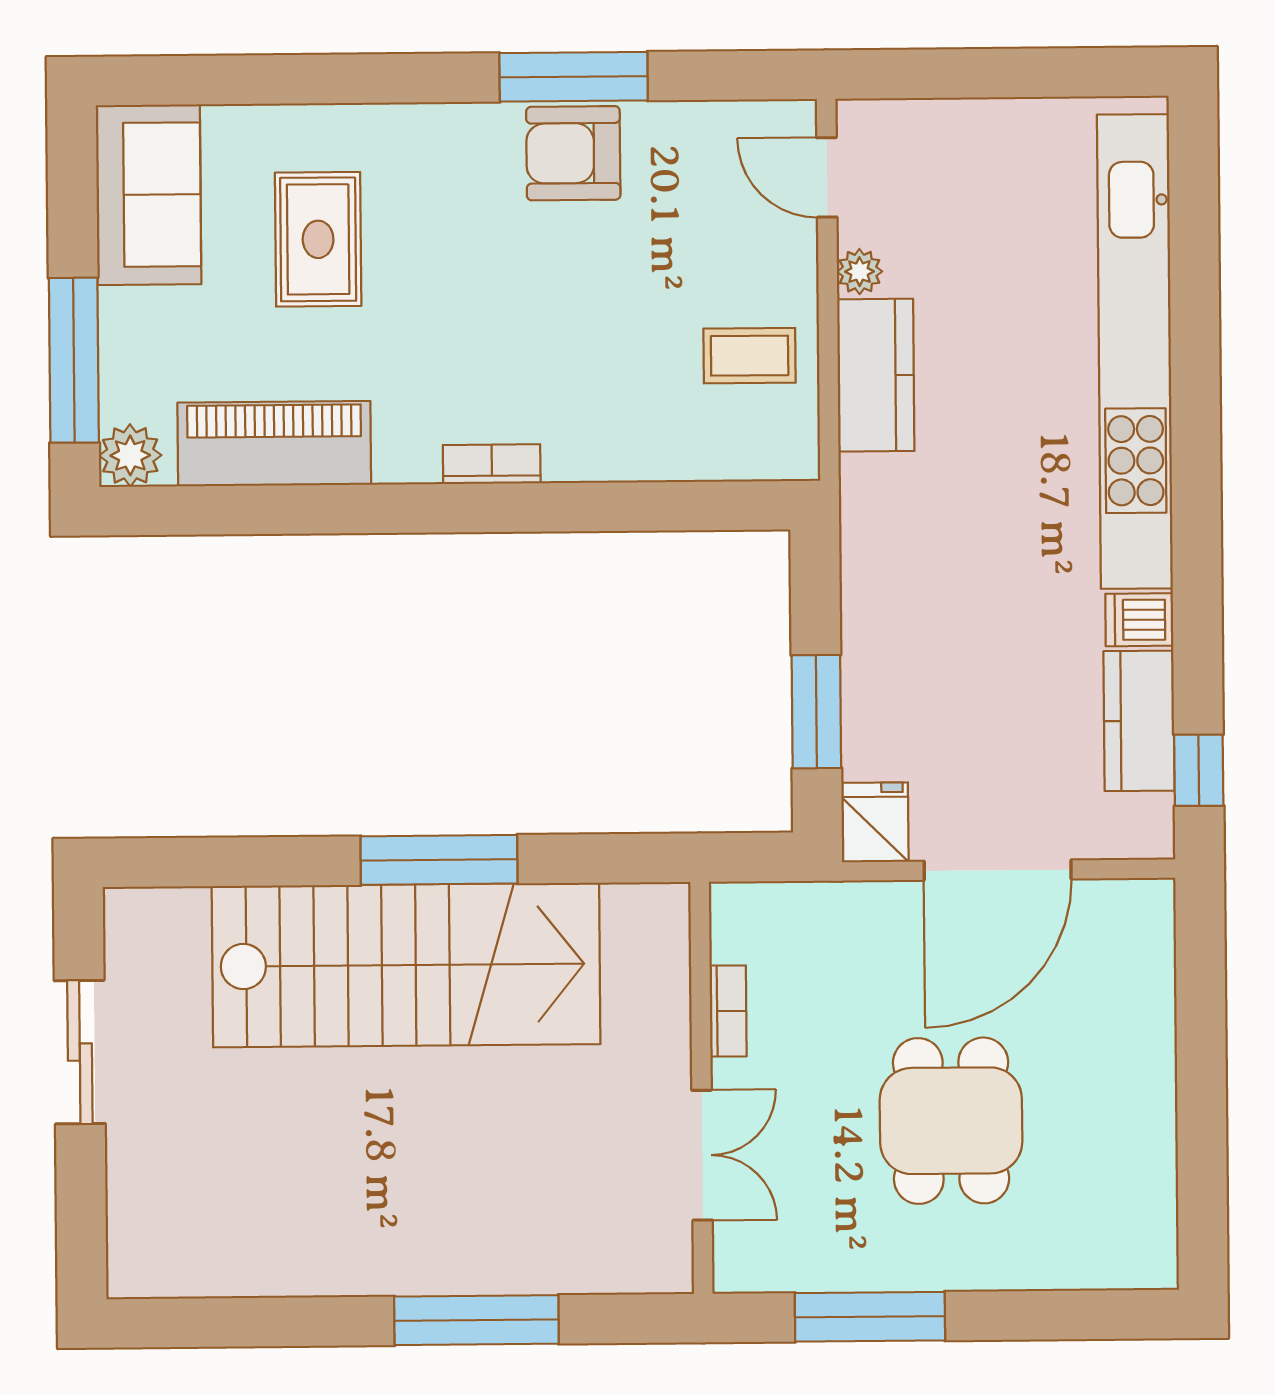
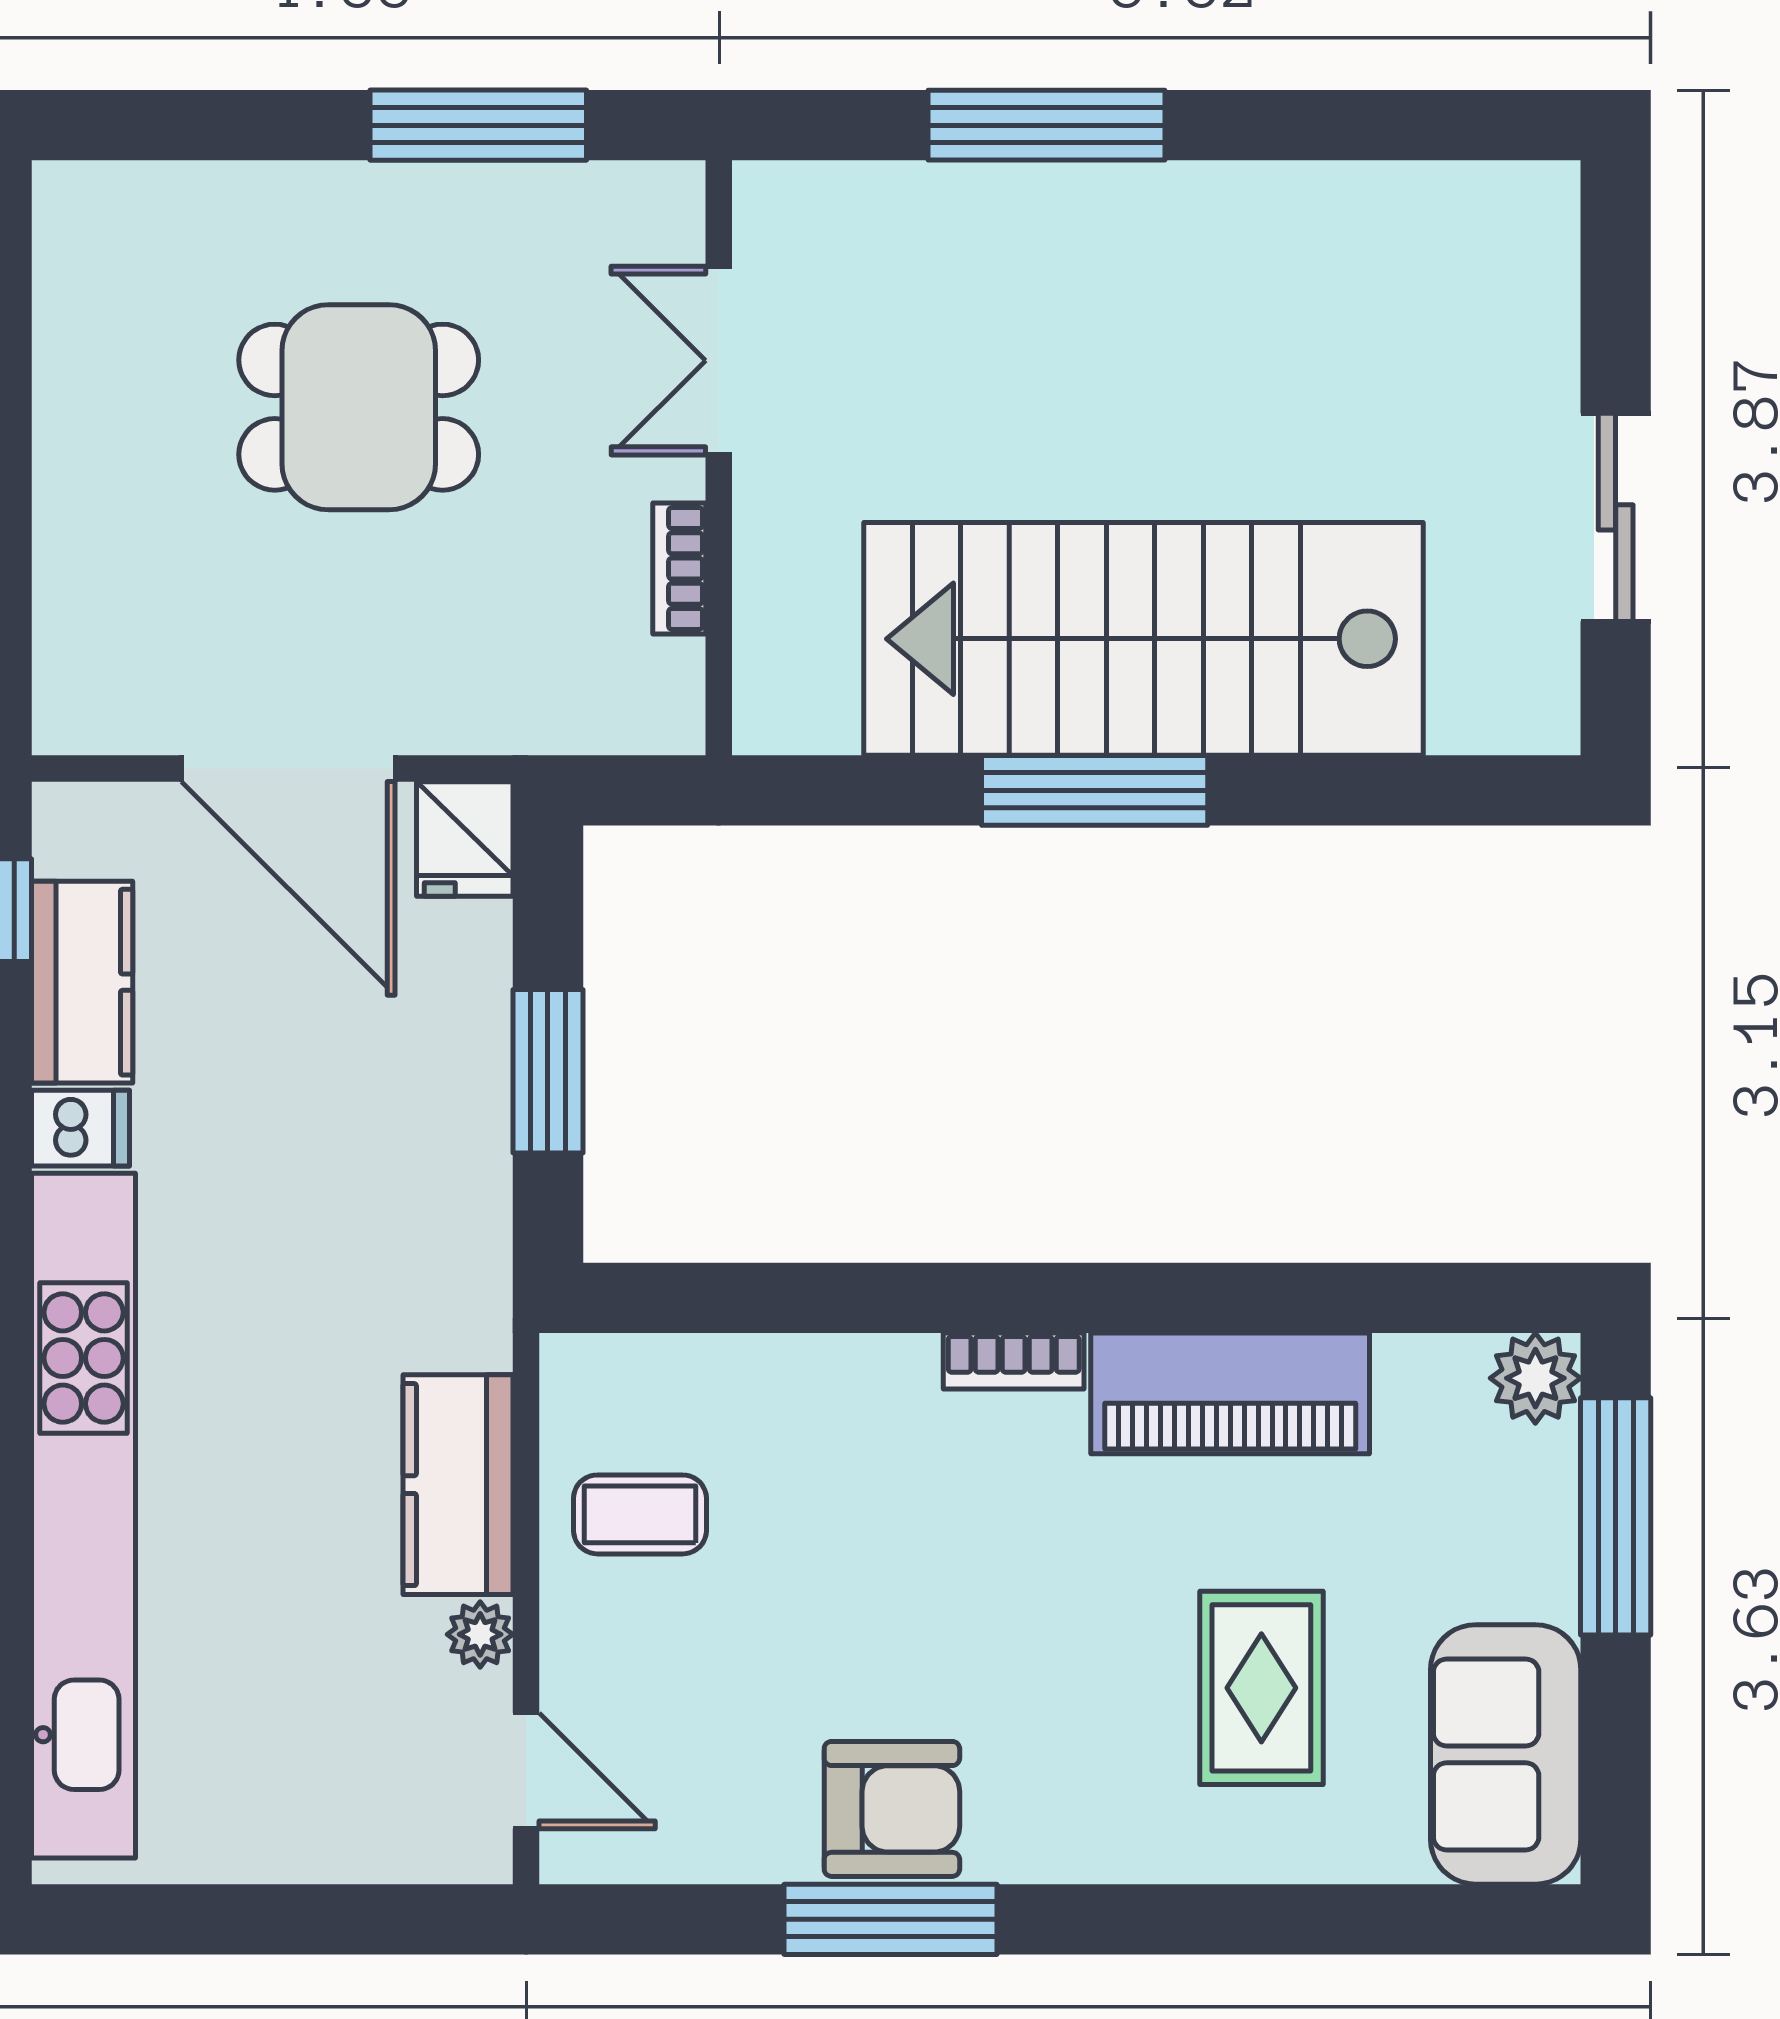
piano: (274, 444) -> (1230, 1393), moved
window: (816, 712) -> (548, 1071), moved
door: (998, 870) -> (288, 768), swing flipped
dining table: (951, 1121) -> (359, 407), turned 90

